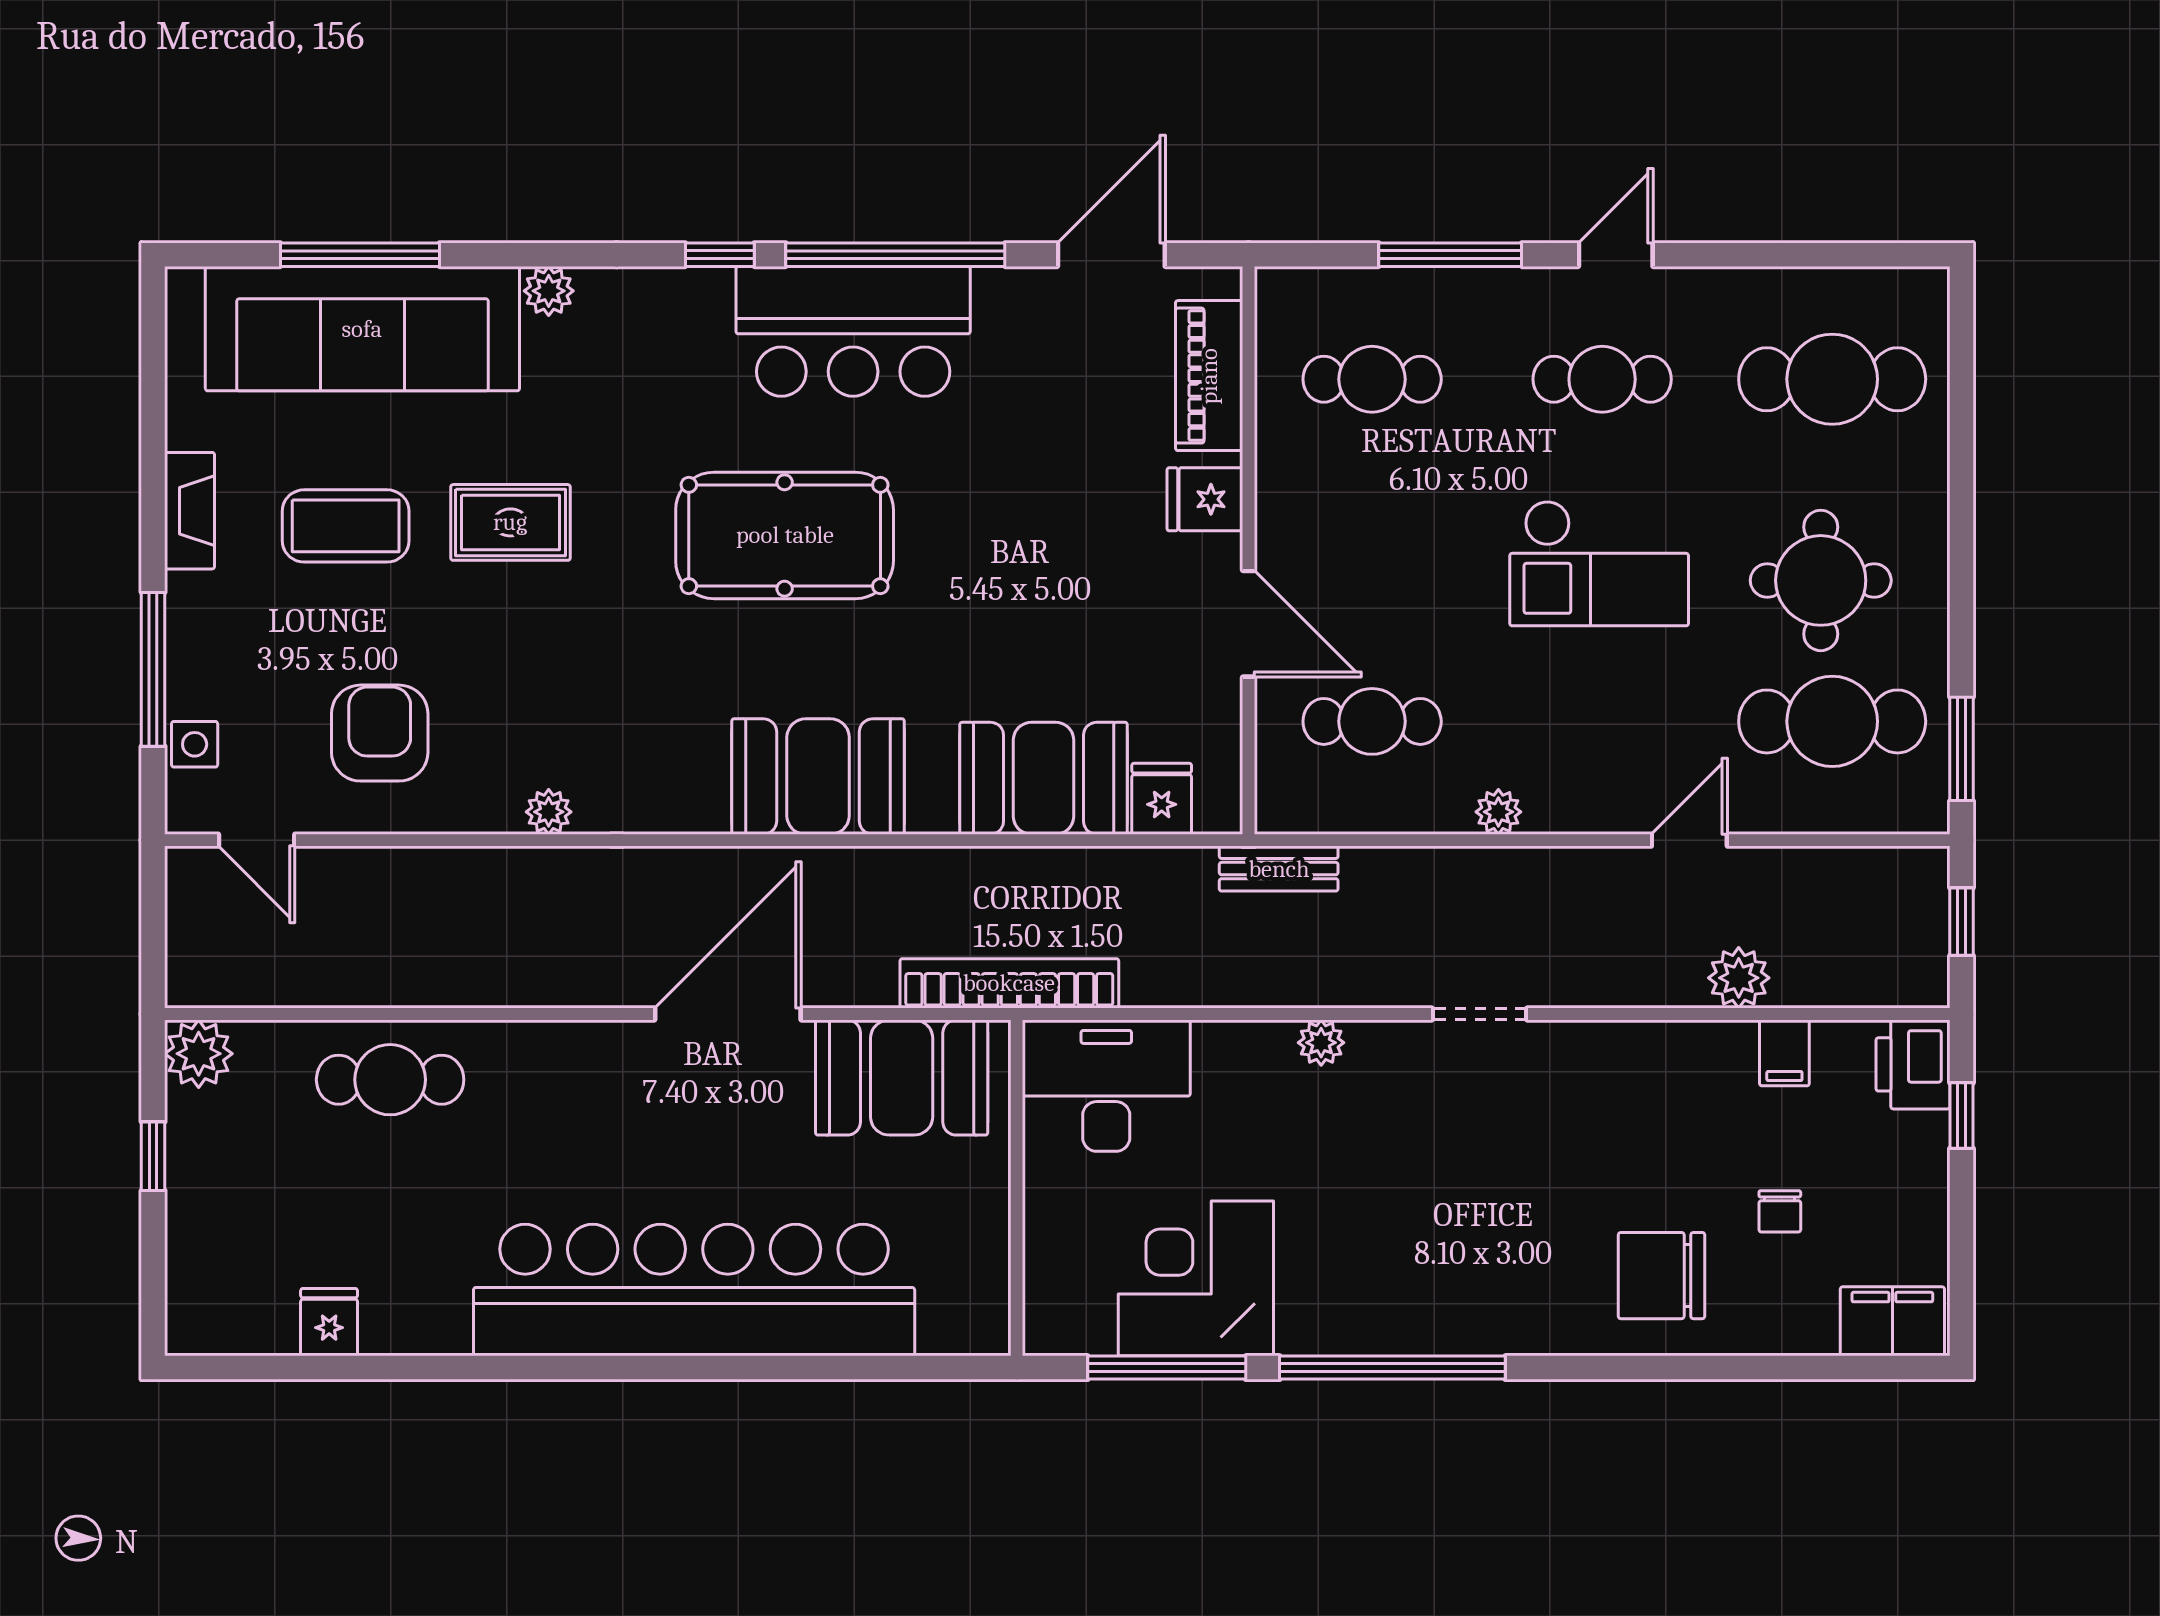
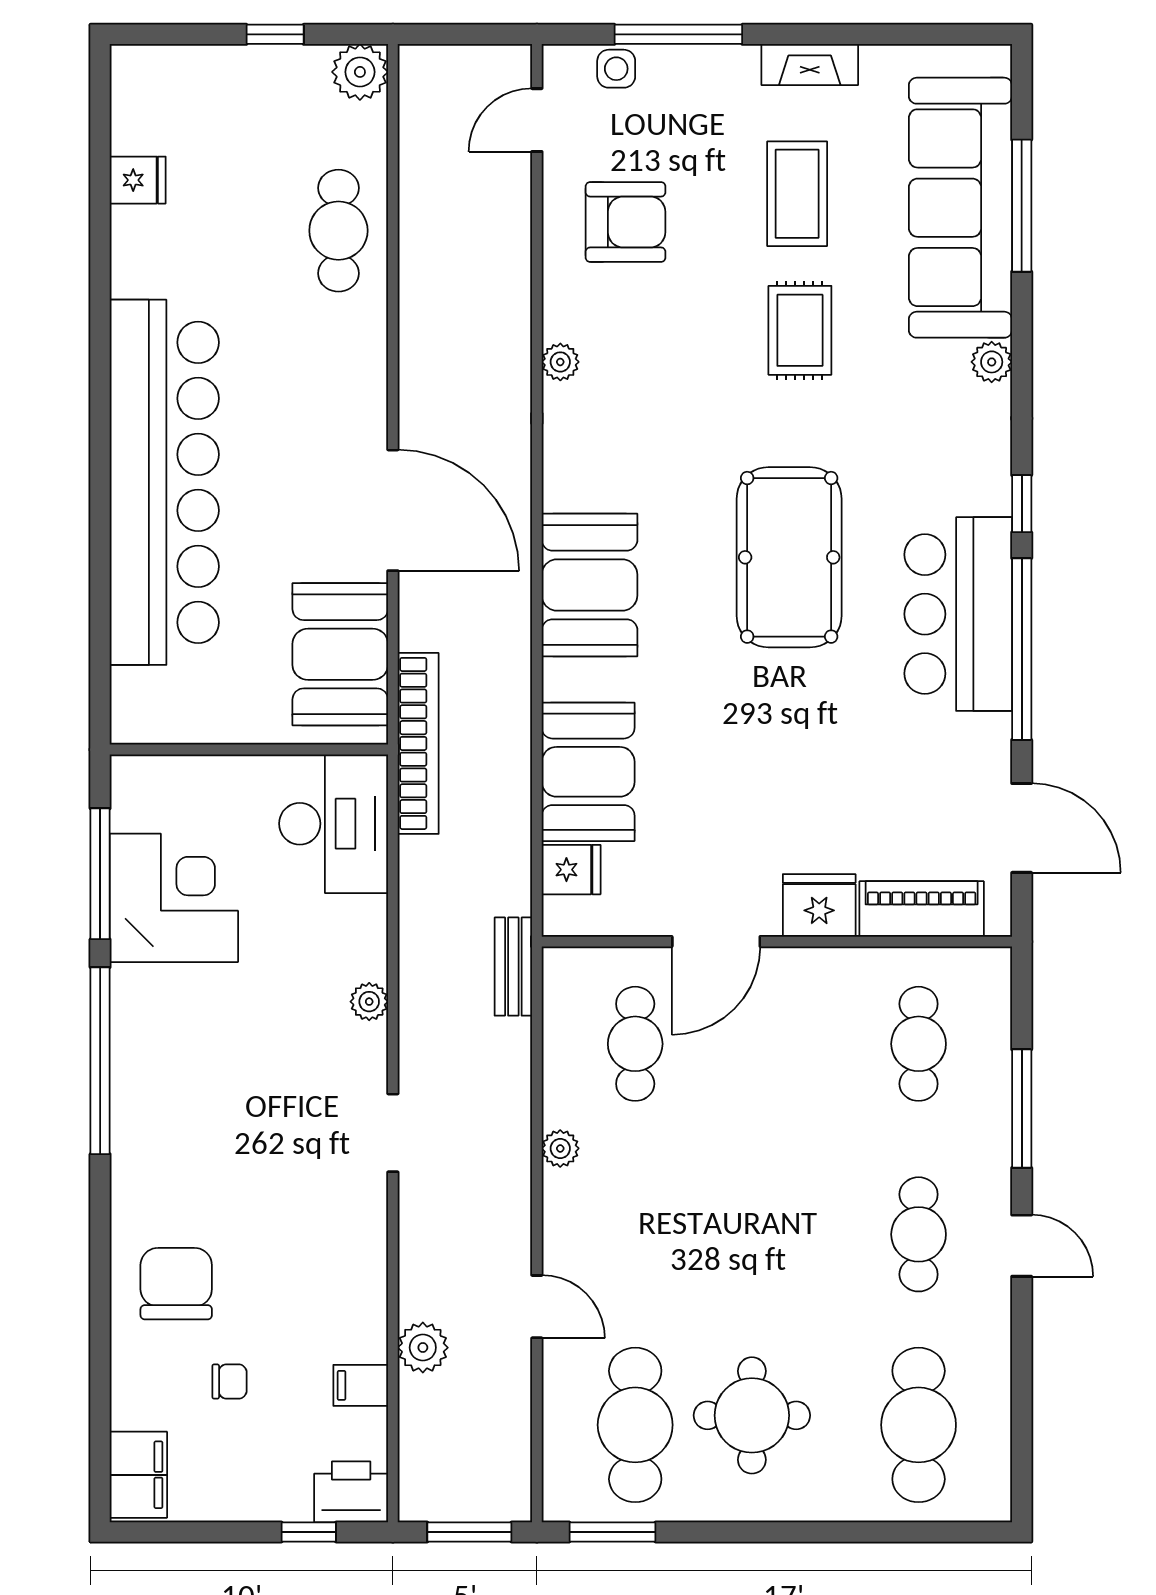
fridge: (1205, 499) -> (819, 905), width x1.38
checkout: (1599, 563) -> (766, 1232), removed
window: (1961, 922) -> (469, 1532), width x1.50
chair: (1780, 1211) -> (229, 1382), turned 180

